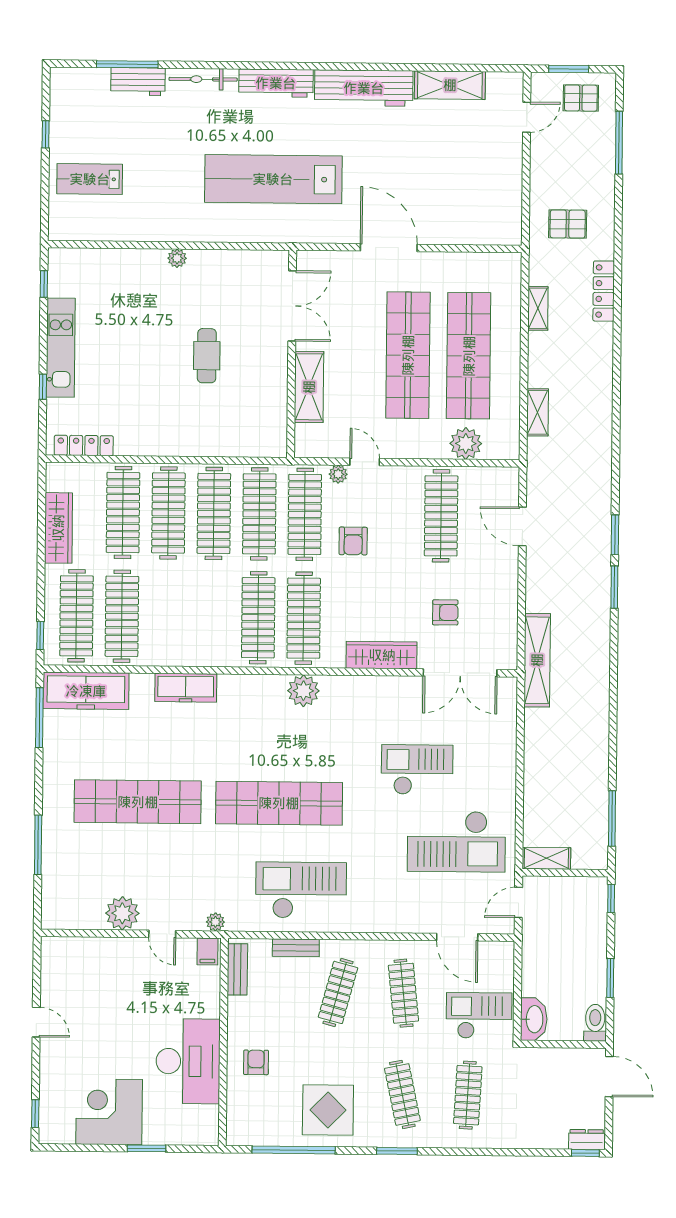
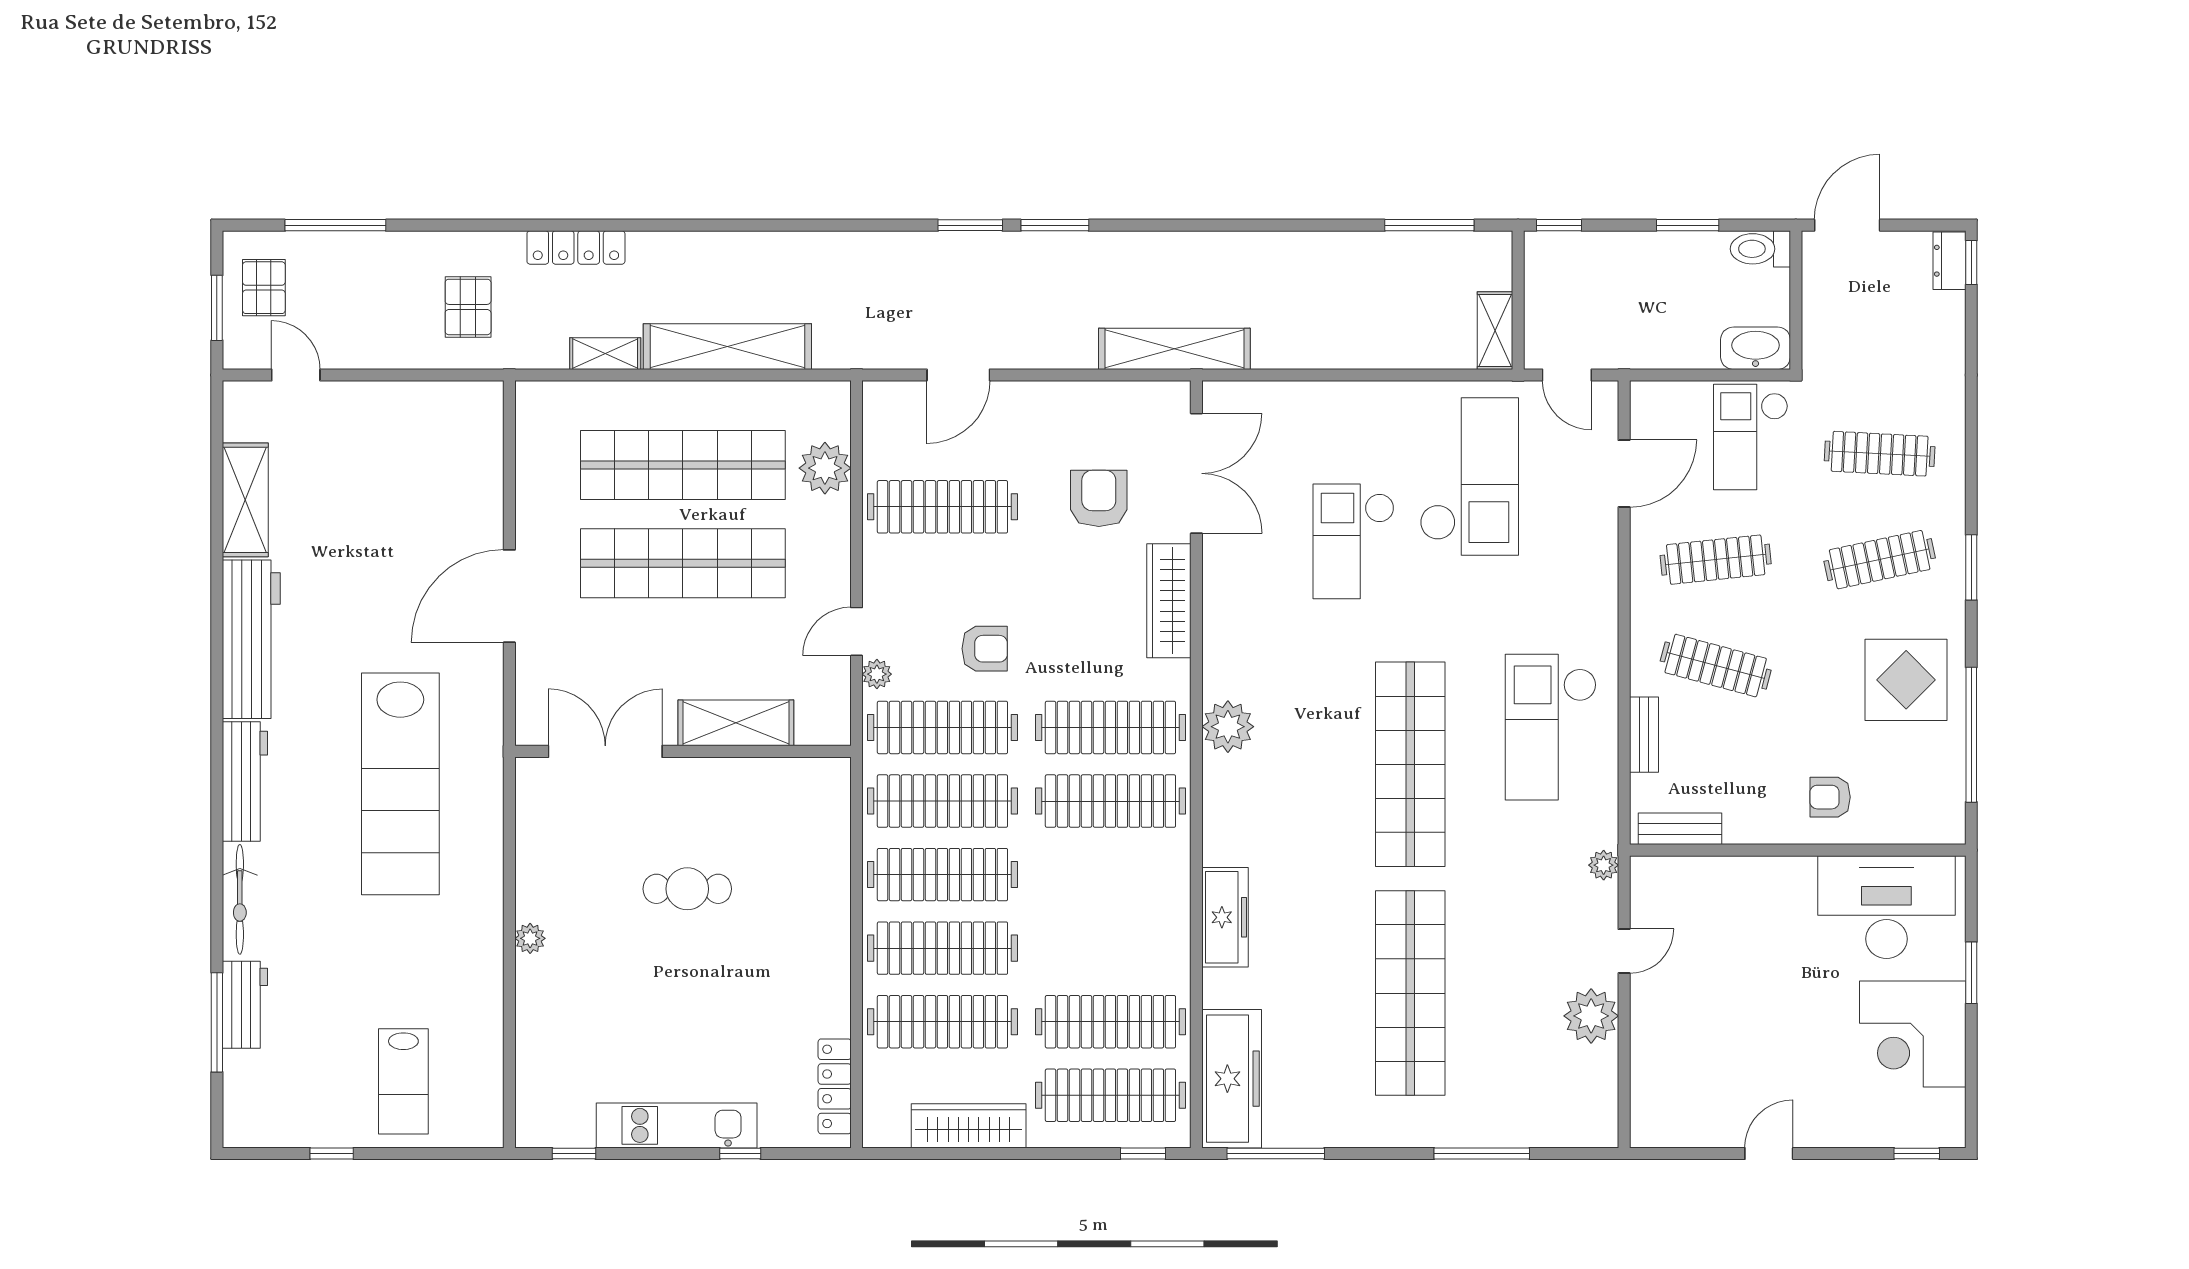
shelving: (538, 412) -> (727, 347), width x2.20, depth x1.33
armchair: (445, 612) -> (1099, 498), width x1.38, depth x1.38
filing cabinet: (207, 951) -> (1652, 877), removed
desk: (188, 1061) -> (1886, 907), moved

